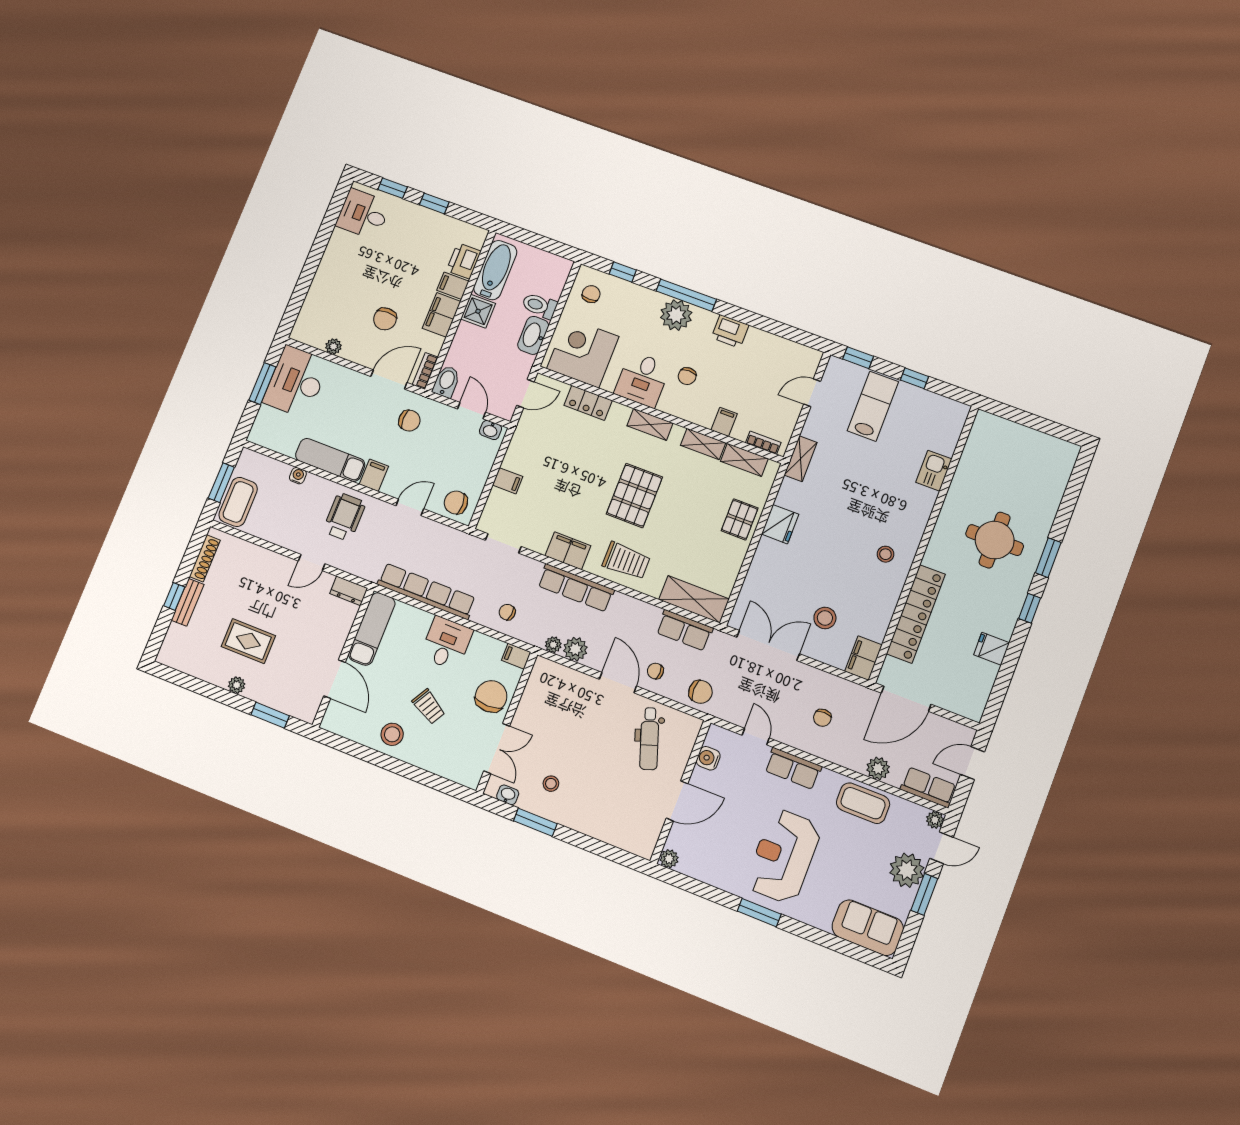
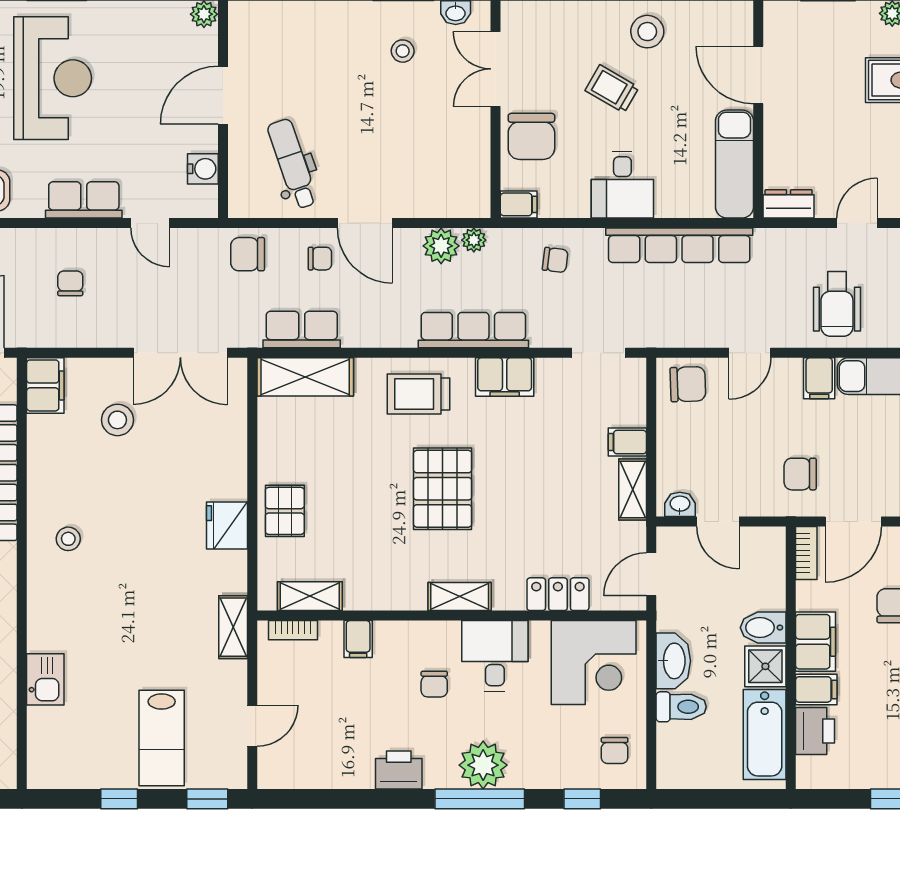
chair: (687, 376) -> (434, 684), turned 180
bidet: (446, 382) -> (763, 628), moved, turned 90
shelving: (703, 444) -> (633, 490), moved, turned 90

